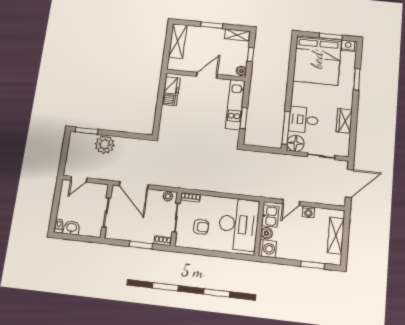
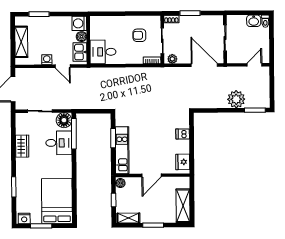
bed: (317, 60) -> (57, 201), width x0.73
dishwasher: (170, 100) -> (183, 134), moved
door: (291, 203) -> (63, 66), swing flipped
desk: (239, 224) -> (103, 52), width x0.53, depth x0.77

